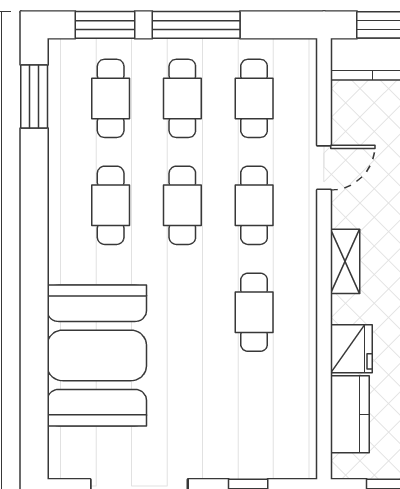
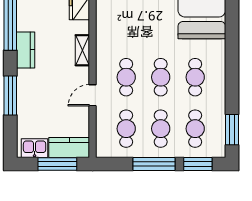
cafe table: (254, 312) -> (126, 26), removed

